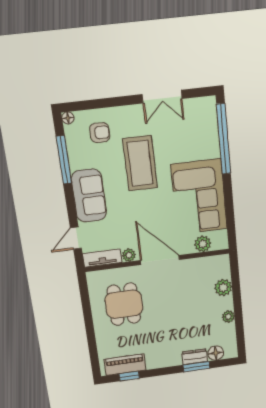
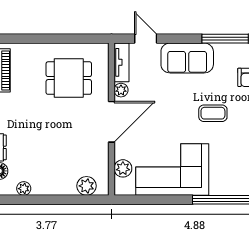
coffee table: (140, 163) -> (213, 113), width x0.54, depth x0.58
plant: (223, 288) -> (86, 186), moved
plant: (228, 317) -> (24, 189), moved

